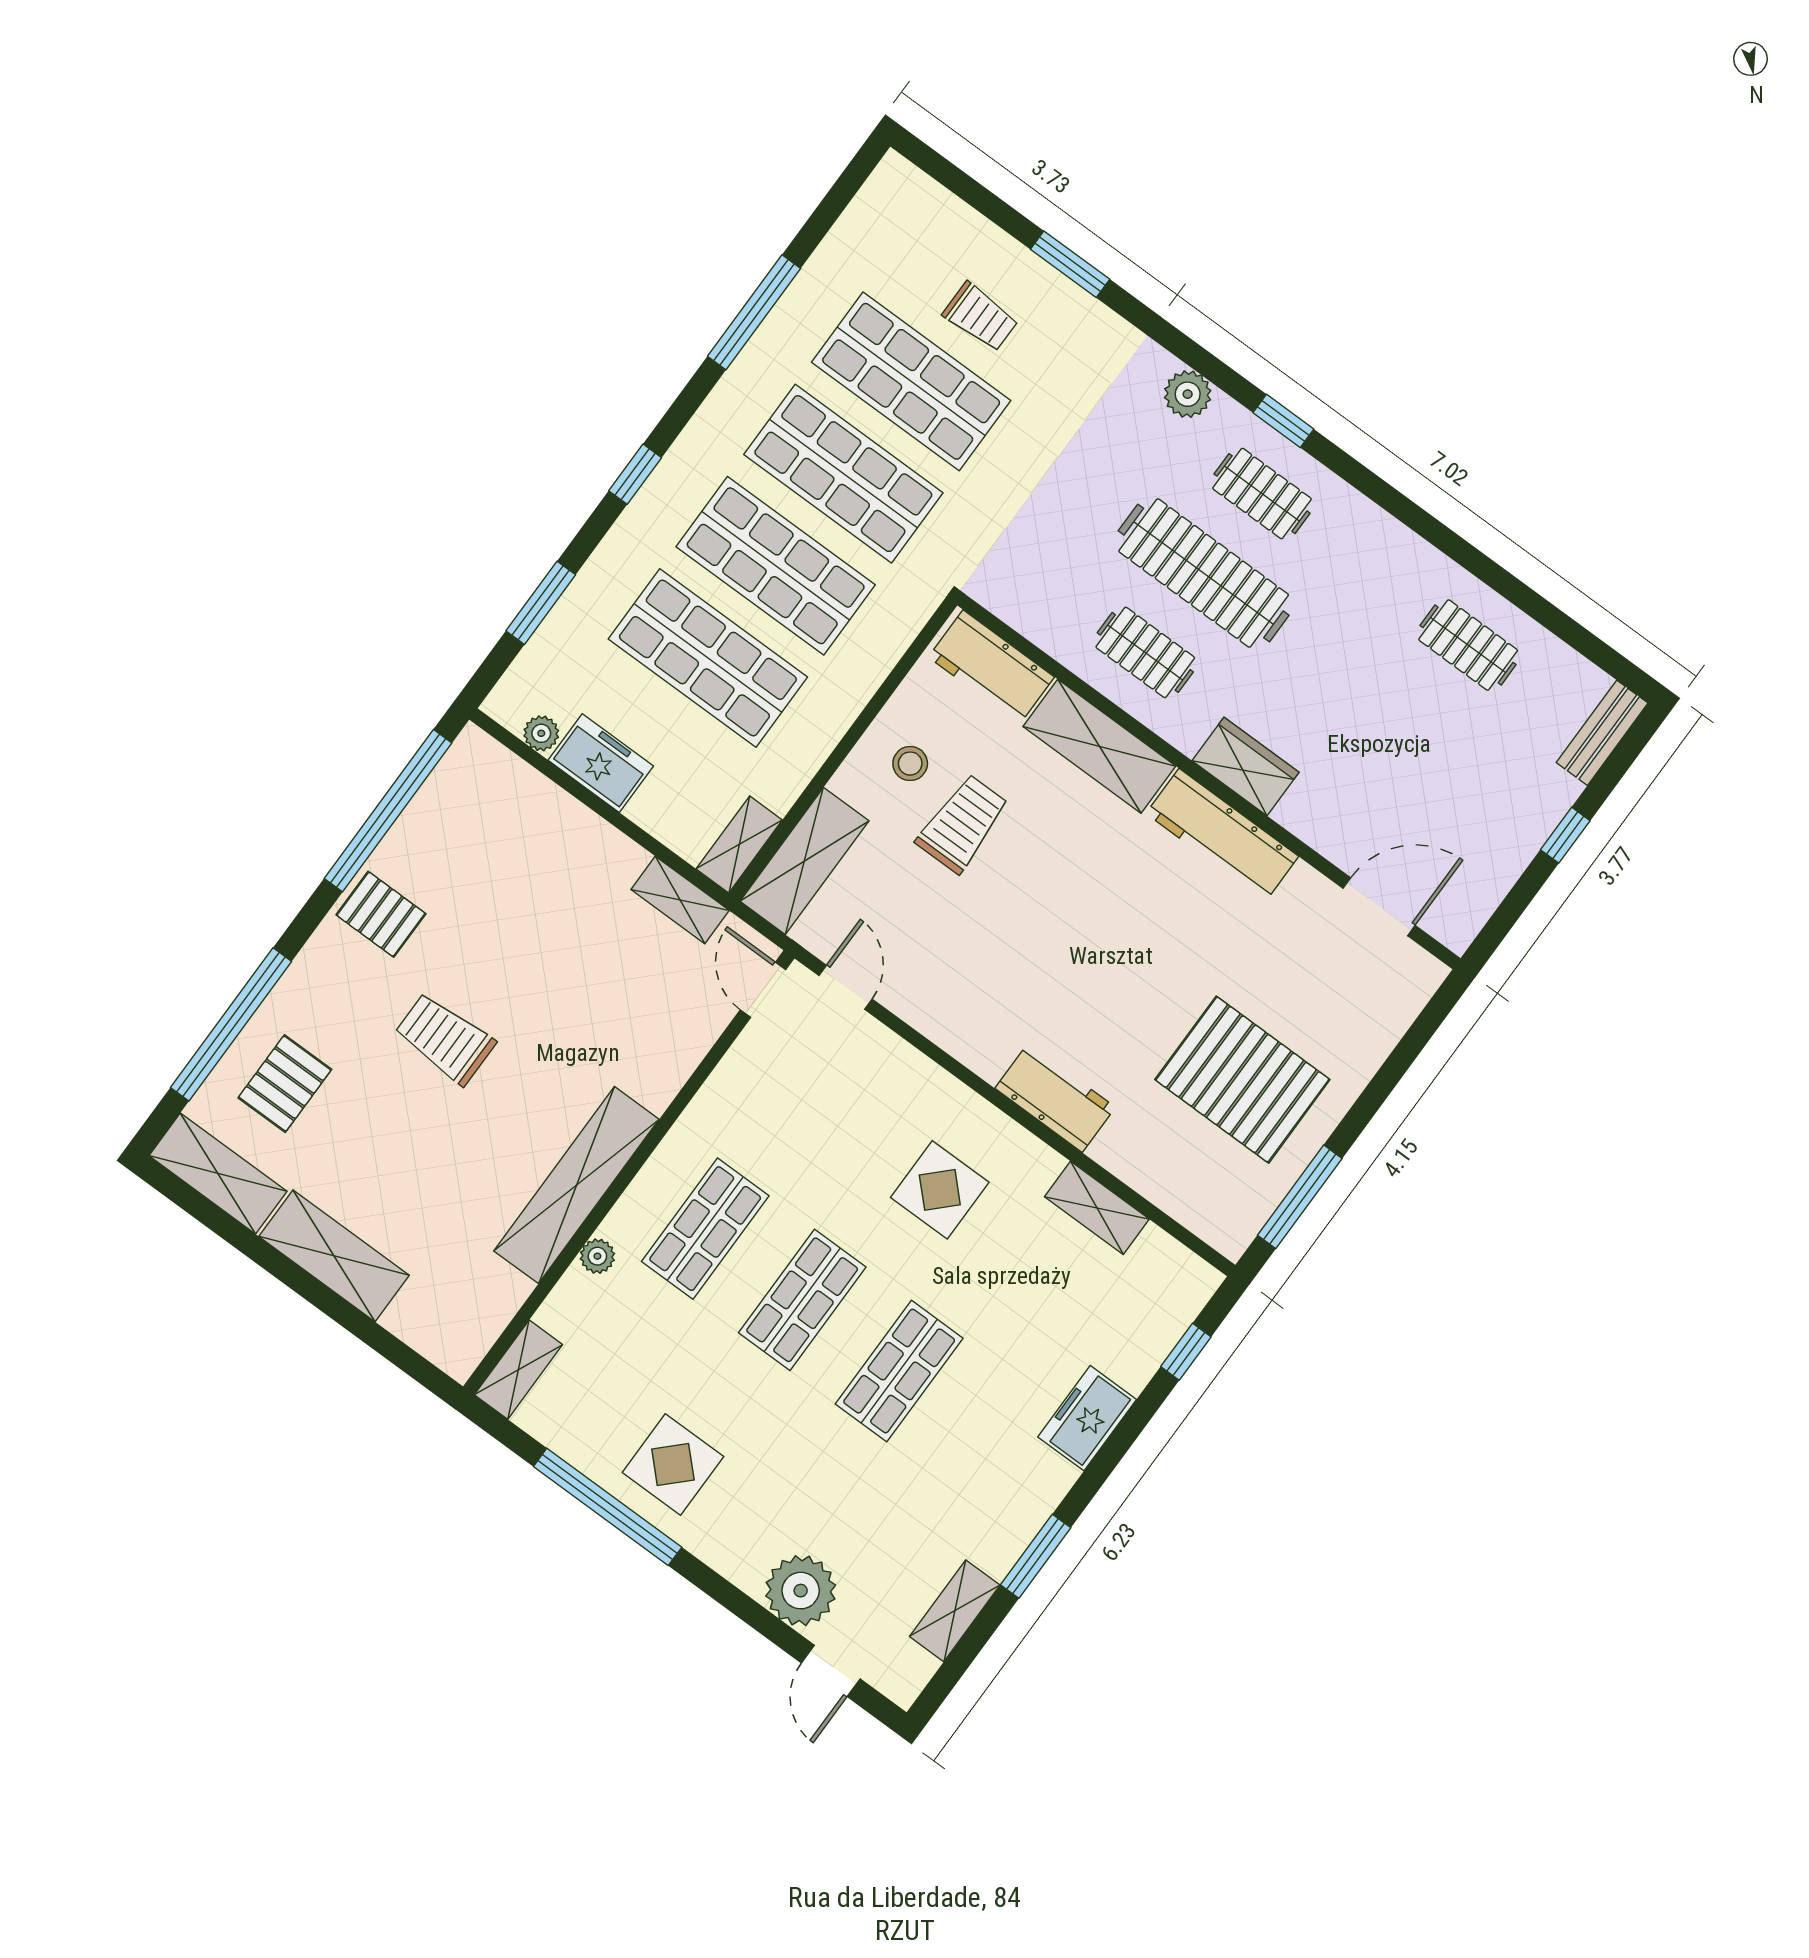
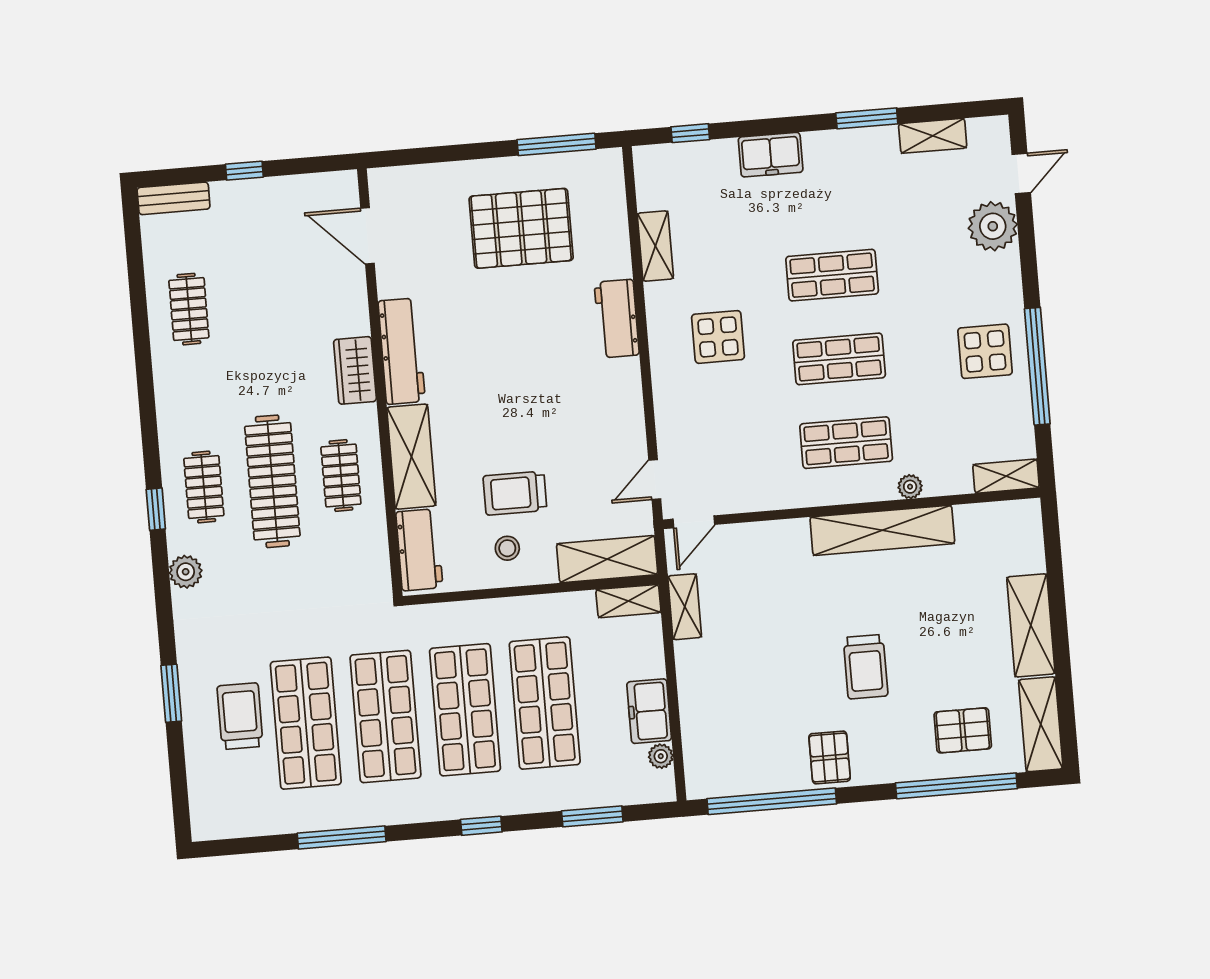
trolley: (981, 317) -> (240, 716), width x1.36, depth x1.39
pallet: (1242, 1080) -> (521, 228), turned 90

